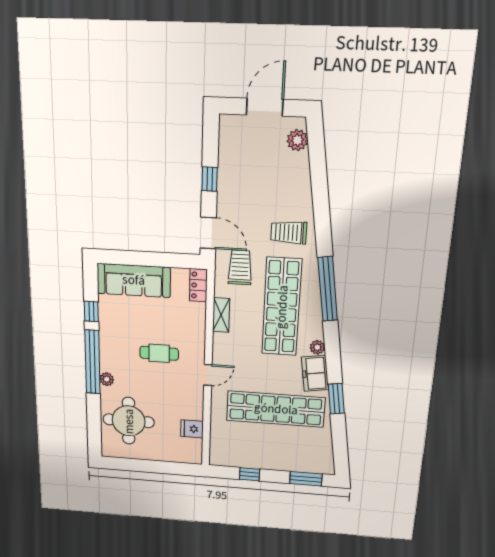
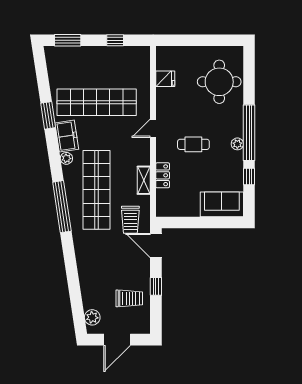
trolley: (289, 232) -> (129, 298), moved
sofa: (134, 280) -> (222, 204), width x0.73
locker: (198, 285) -> (163, 175), moved
plant: (107, 379) -> (237, 144), moved

